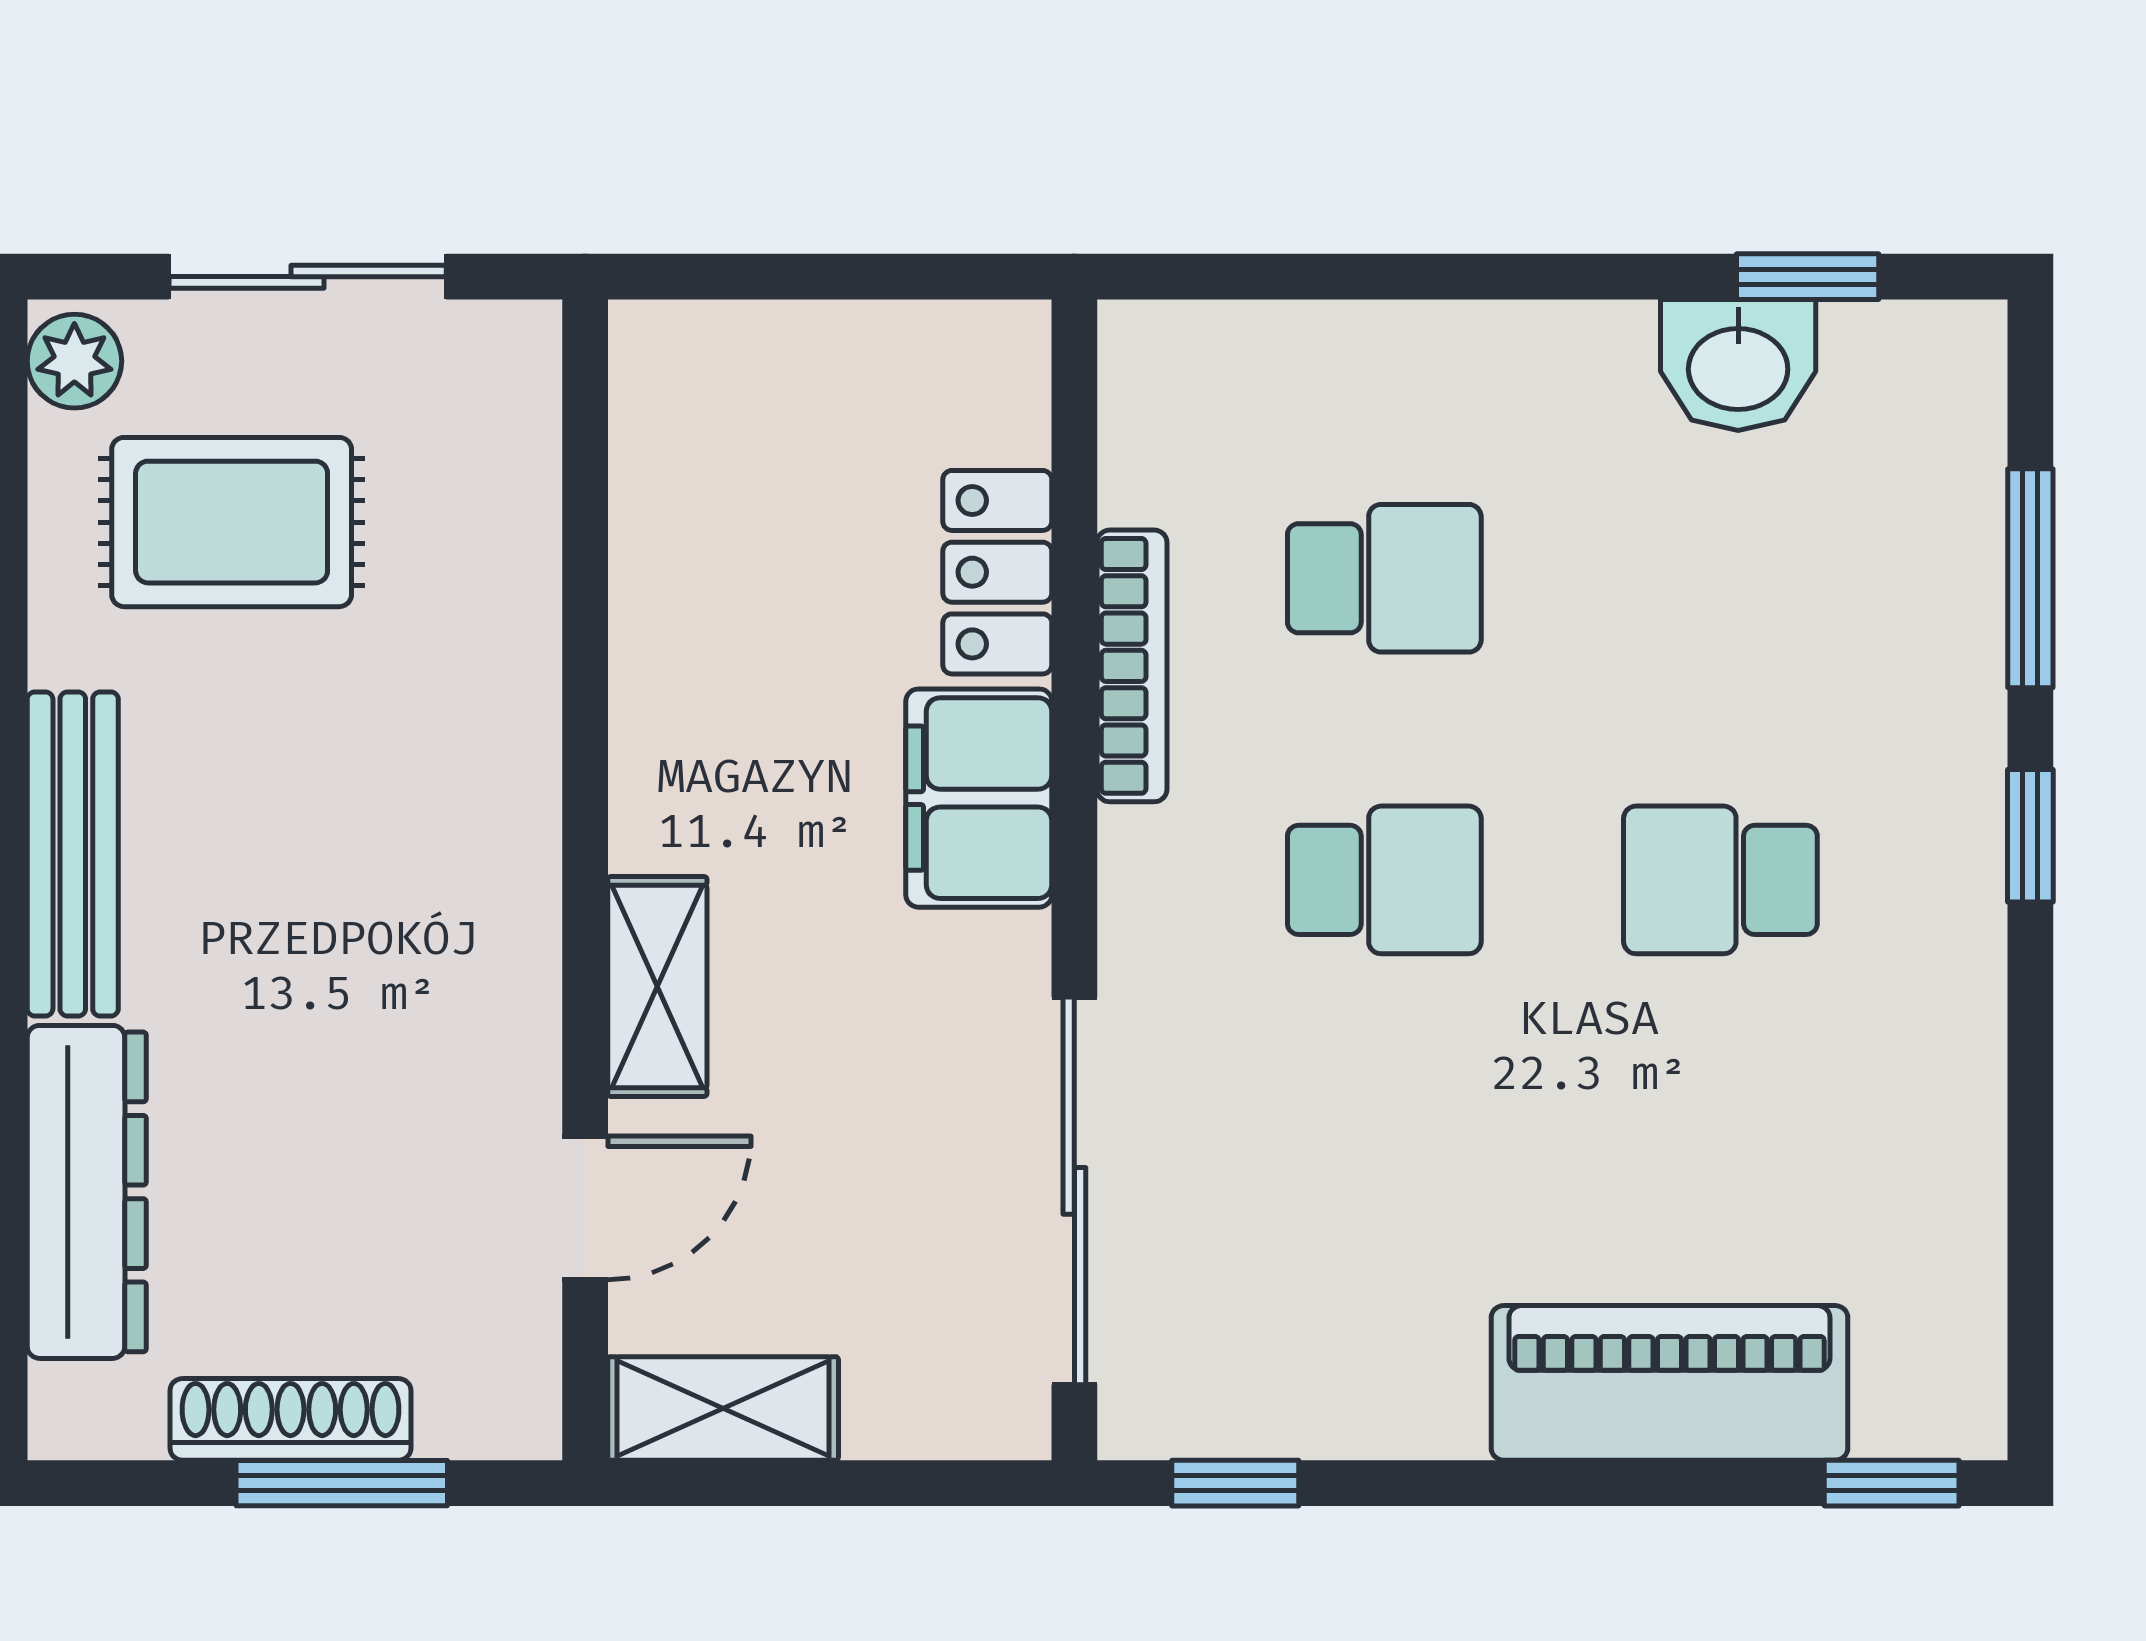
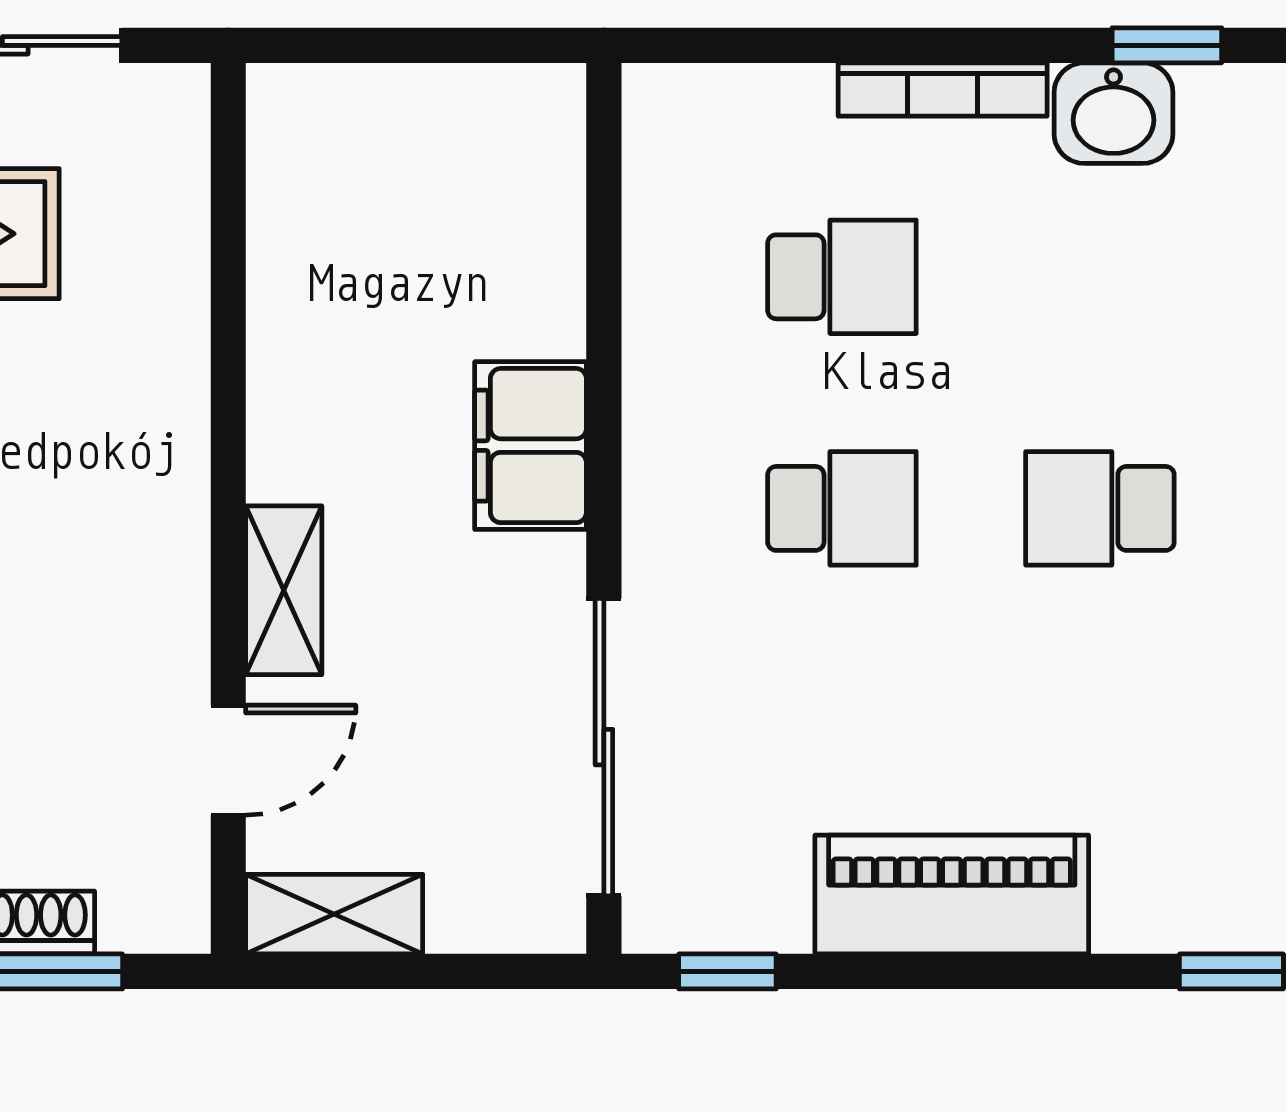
locker: (997, 572) -> (545, 272), removed
bookcase: (1132, 666) -> (943, 90), moved, turned 90
piano: (1669, 1383) -> (952, 895), moved

